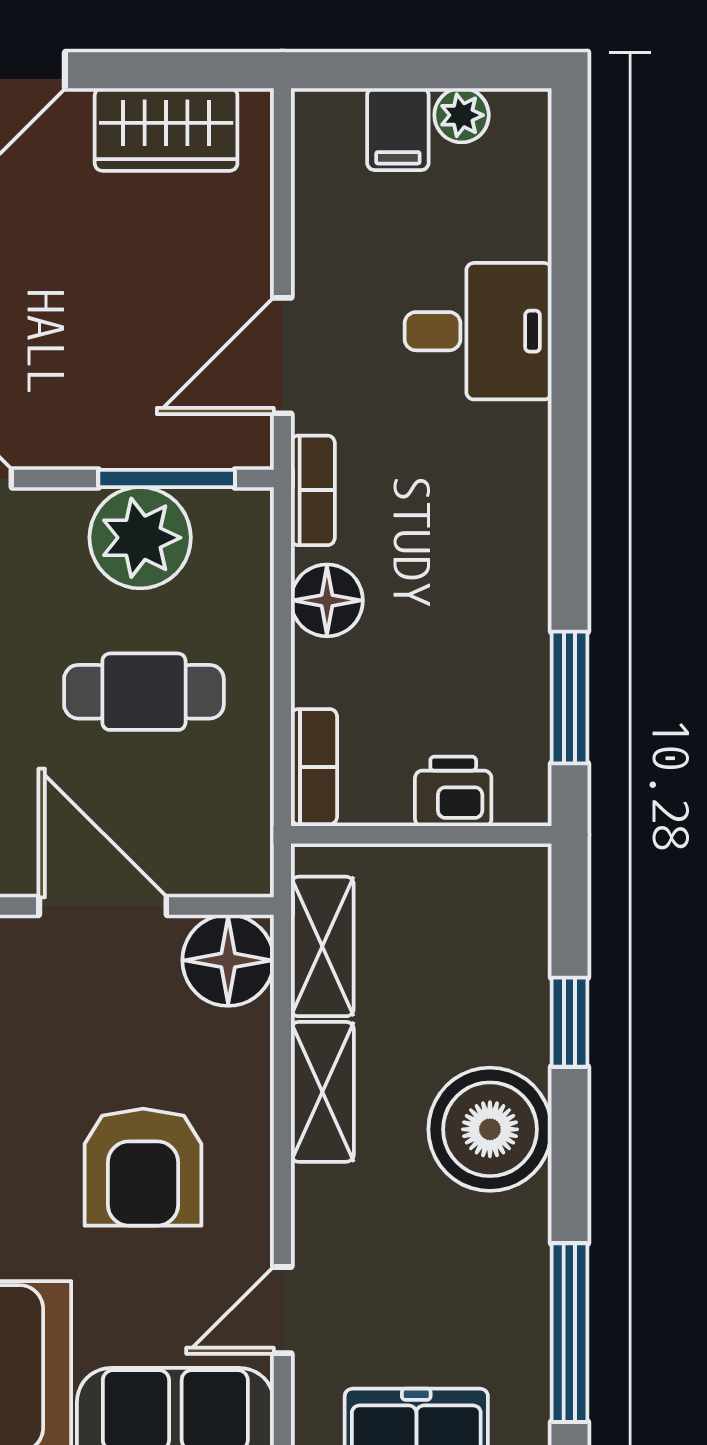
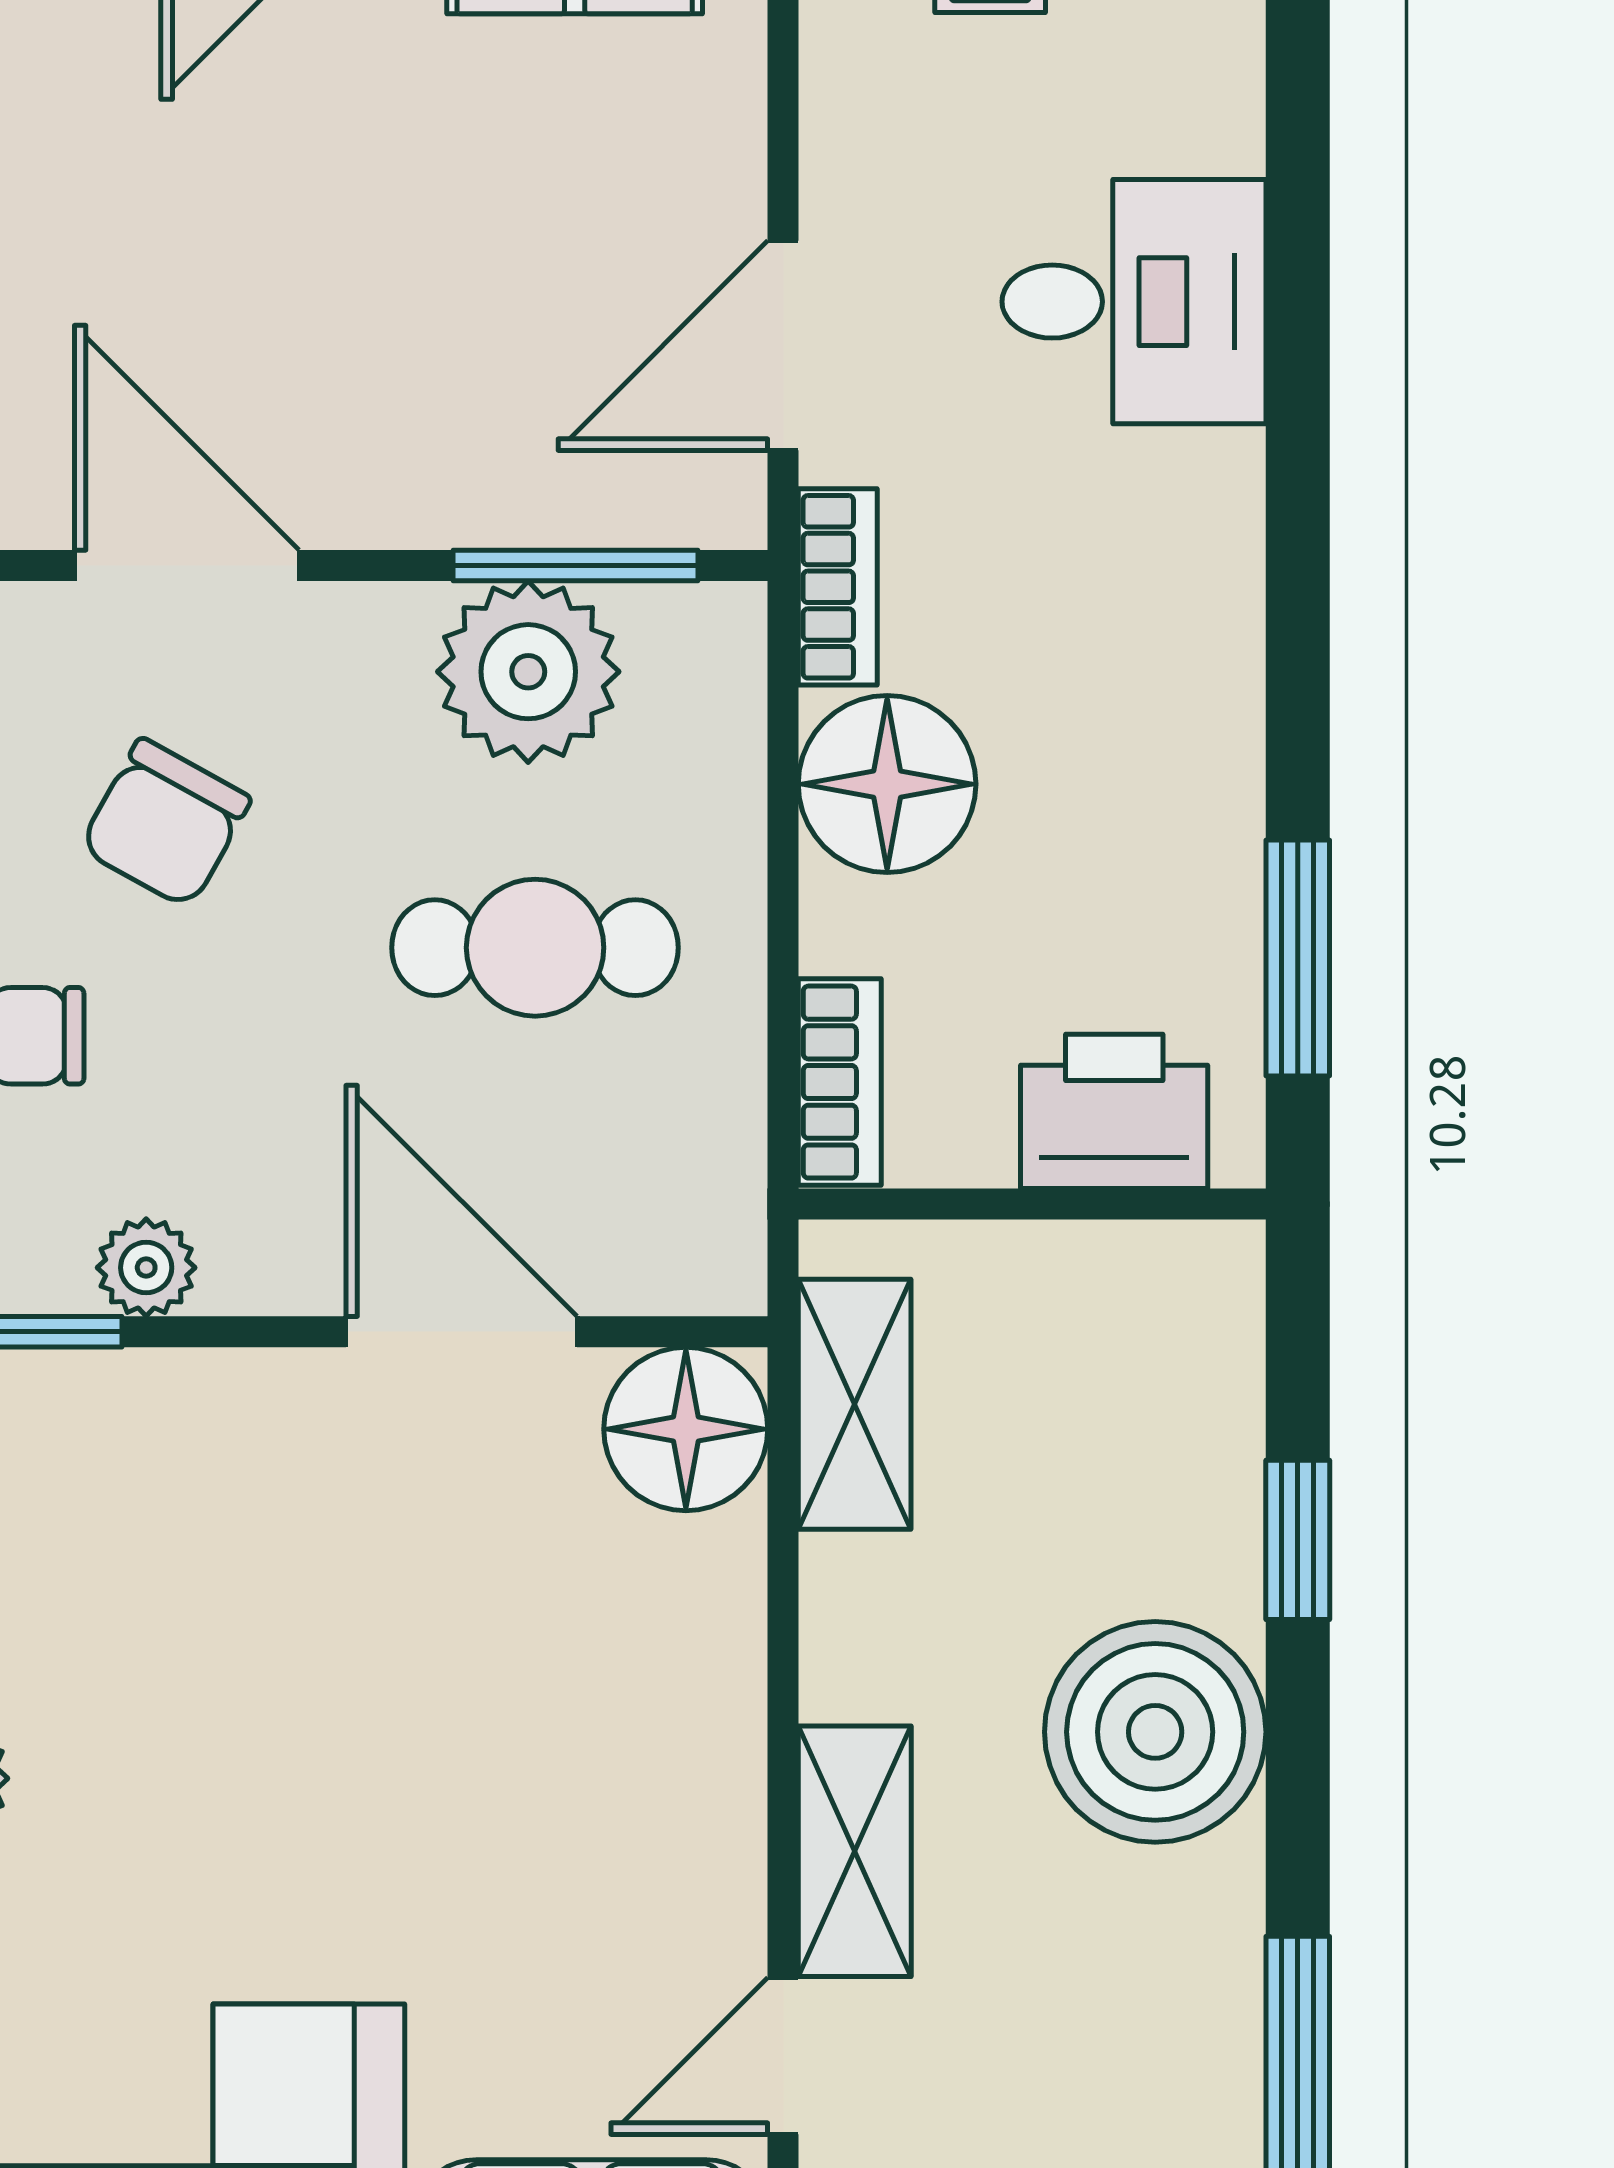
floor lamp: (327, 600) -> (887, 784), width x1.38, depth x1.38
printer: (453, 791) -> (1114, 1111), width x1.36, depth x1.24
shelving: (322, 1092) -> (855, 1851), moved
armchair: (143, 1167) -> (533, 1800), removed

